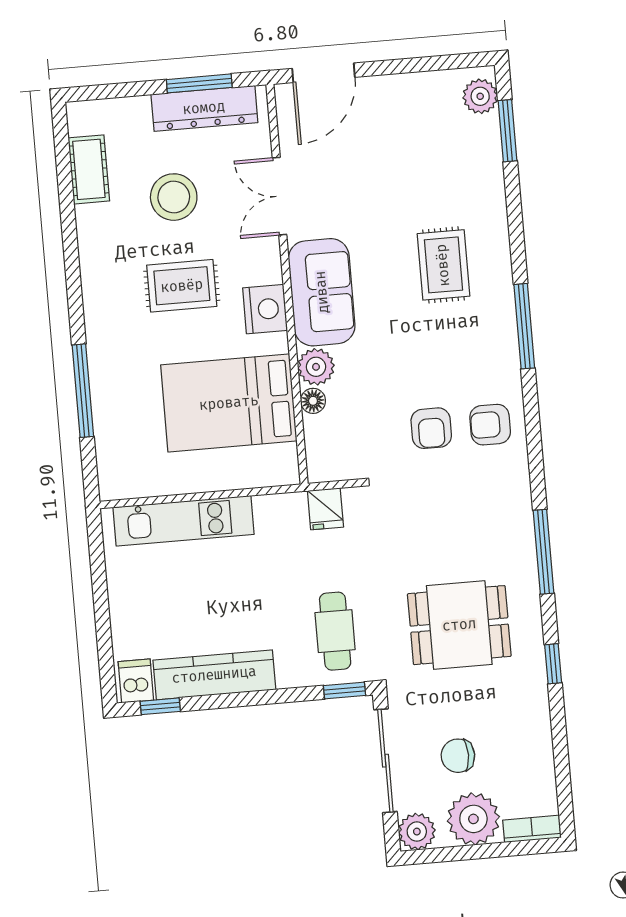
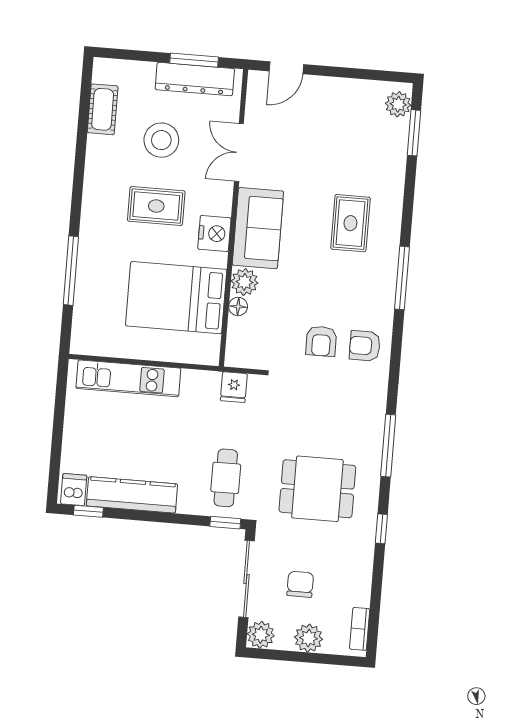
door: (323, 73) -> (286, 68), width x0.73
chair: (458, 756) -> (300, 584), turned 90
plant: (473, 819) -> (309, 638), width x0.73, depth x0.73
bookcase: (532, 829) -> (360, 629), moved, turned -90

